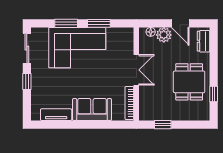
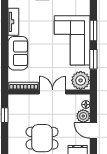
door: (180, 23) -> (93, 130), hinge flipped
plant: (123, 38) -> (81, 80), added
double door: (136, 70) -> (53, 92), swing flipped

